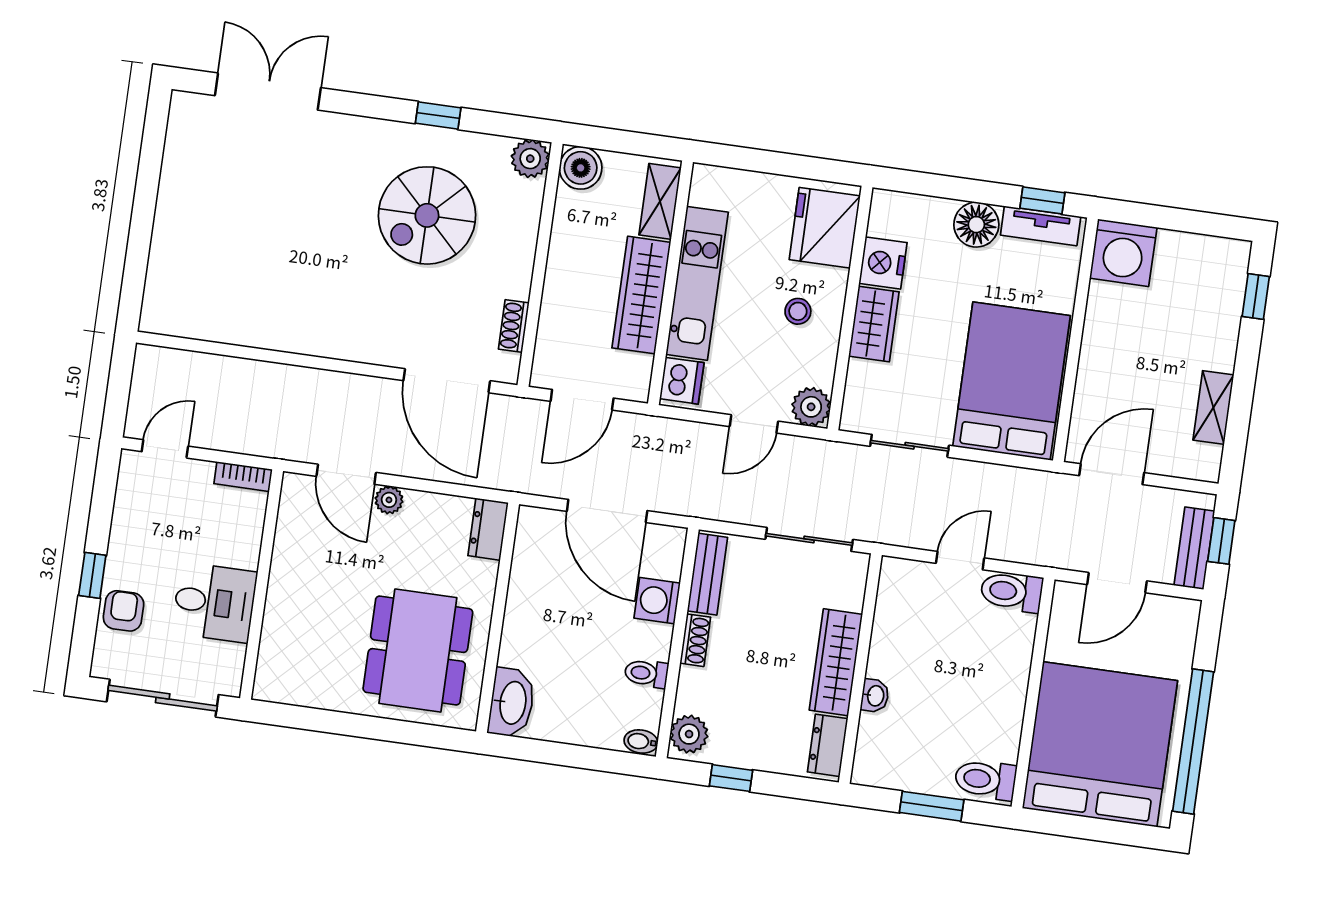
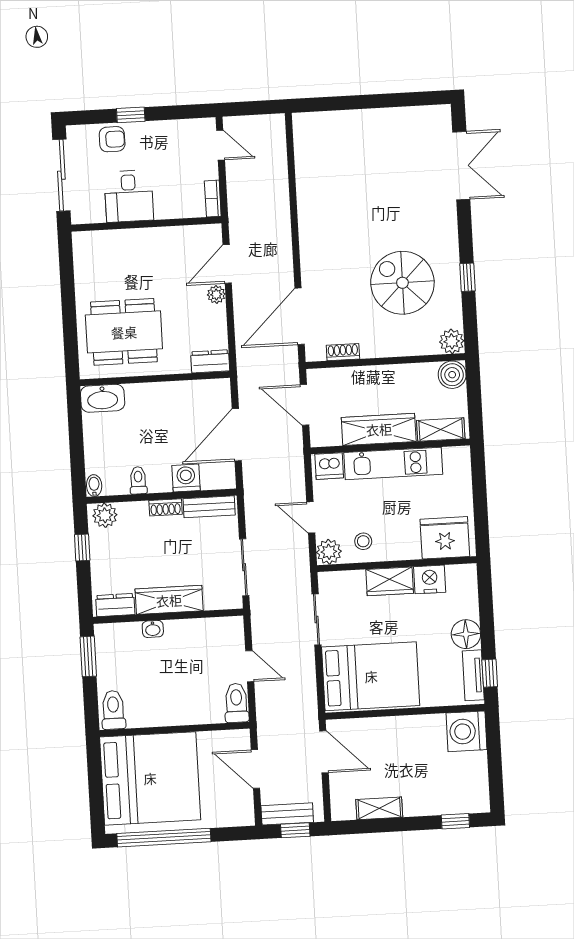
stool: (798, 311) -> (363, 541), moved
window: (932, 806) -> (88, 656), moved

